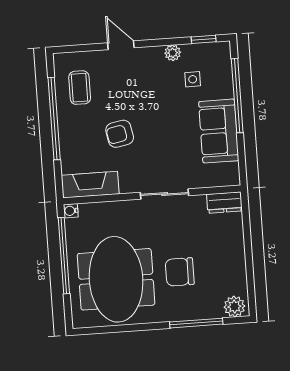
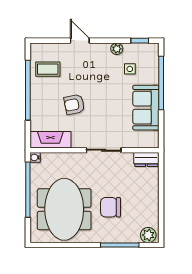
coffee table: (80, 88) -> (48, 69), turned 90

